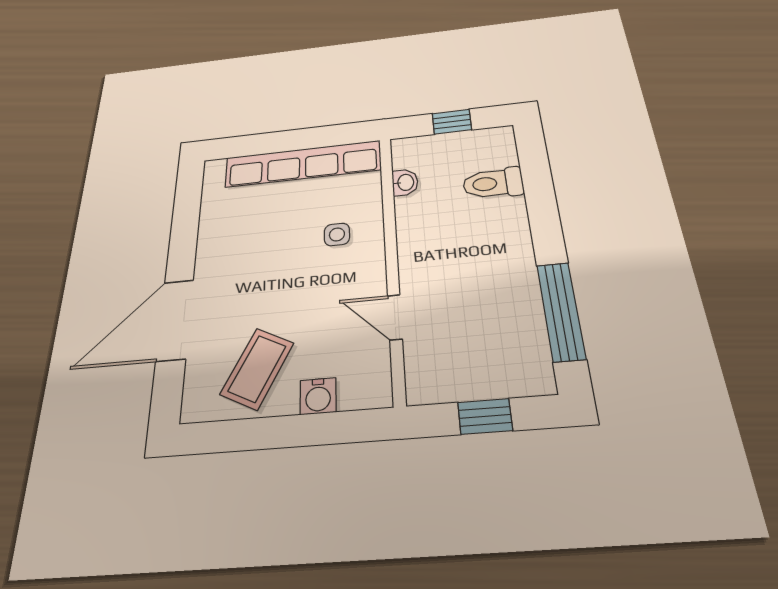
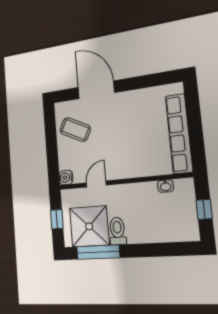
toilet: (493, 183) -> (117, 231), moved
side table: (337, 234) -> (137, 155), removed
shower: (499, 332) -> (89, 226), added
water cooler: (318, 396) -> (66, 177), moved

